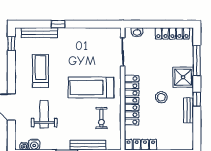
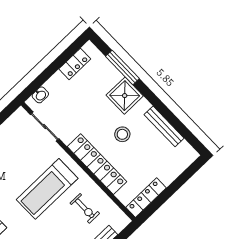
locker: (172, 33) -> (75, 64), width x0.66
window: (197, 99) -> (157, 104), removed
bench: (188, 110) -> (164, 126), width x1.36

